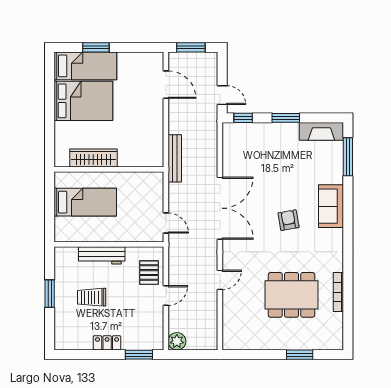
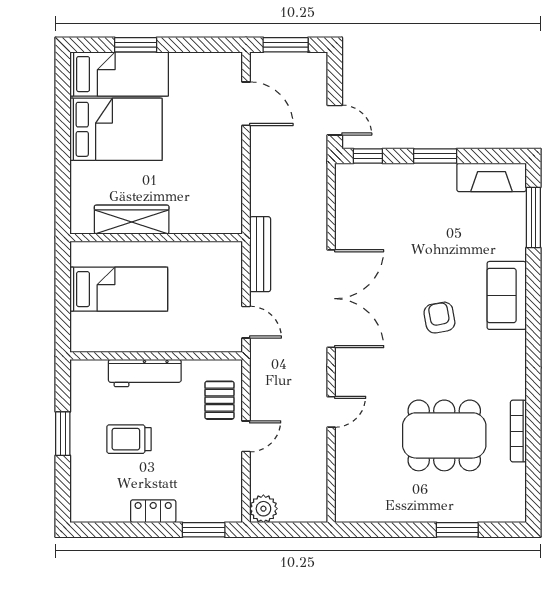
bench: (175, 158) -> (260, 254), moved

